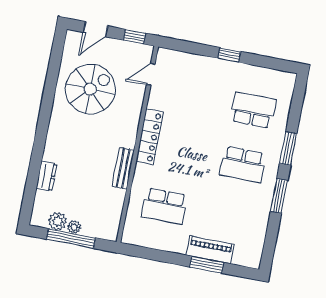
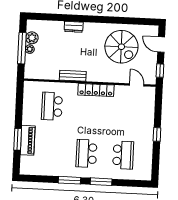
dresser: (46, 176) -> (74, 27), moved

